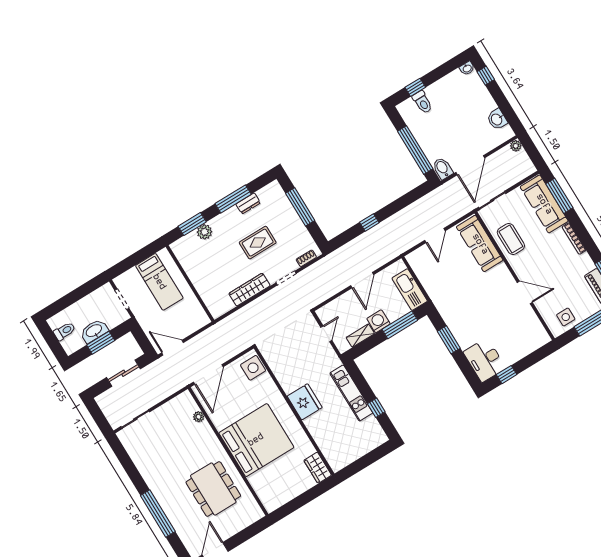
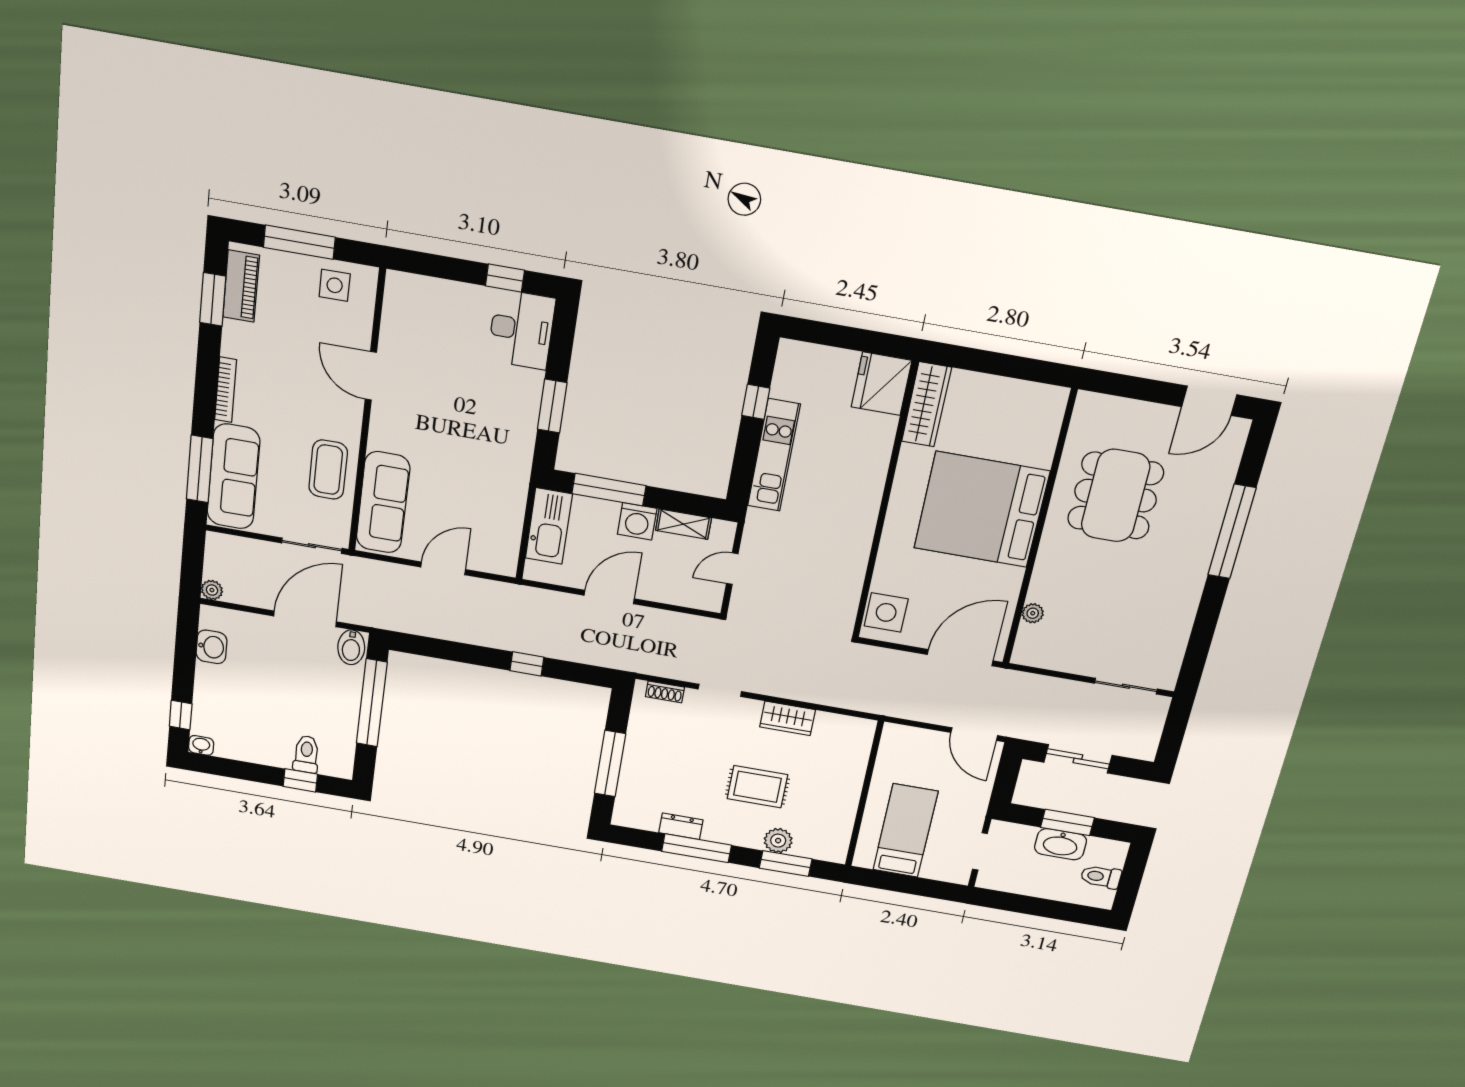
rug: (258, 243) -> (757, 787), moved
wardrobe: (249, 290) -> (788, 718), width x0.67
fridge: (305, 402) -> (882, 384), moved
wardrobe: (318, 468) -> (926, 404), width x1.50

